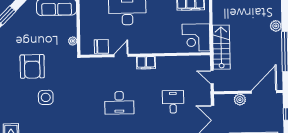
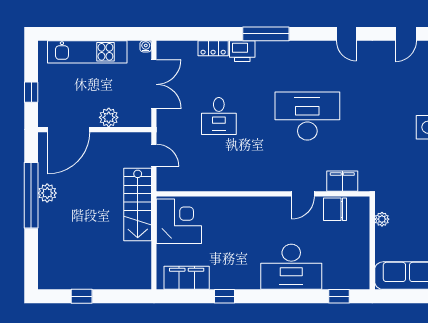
plant: (276, 26) -> (47, 193), moved
filing cabinet: (146, 63) -> (342, 181), moved
desk: (119, 103) -> (307, 116), width x1.36, depth x1.30

